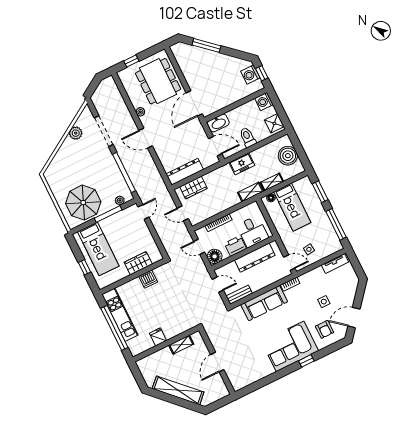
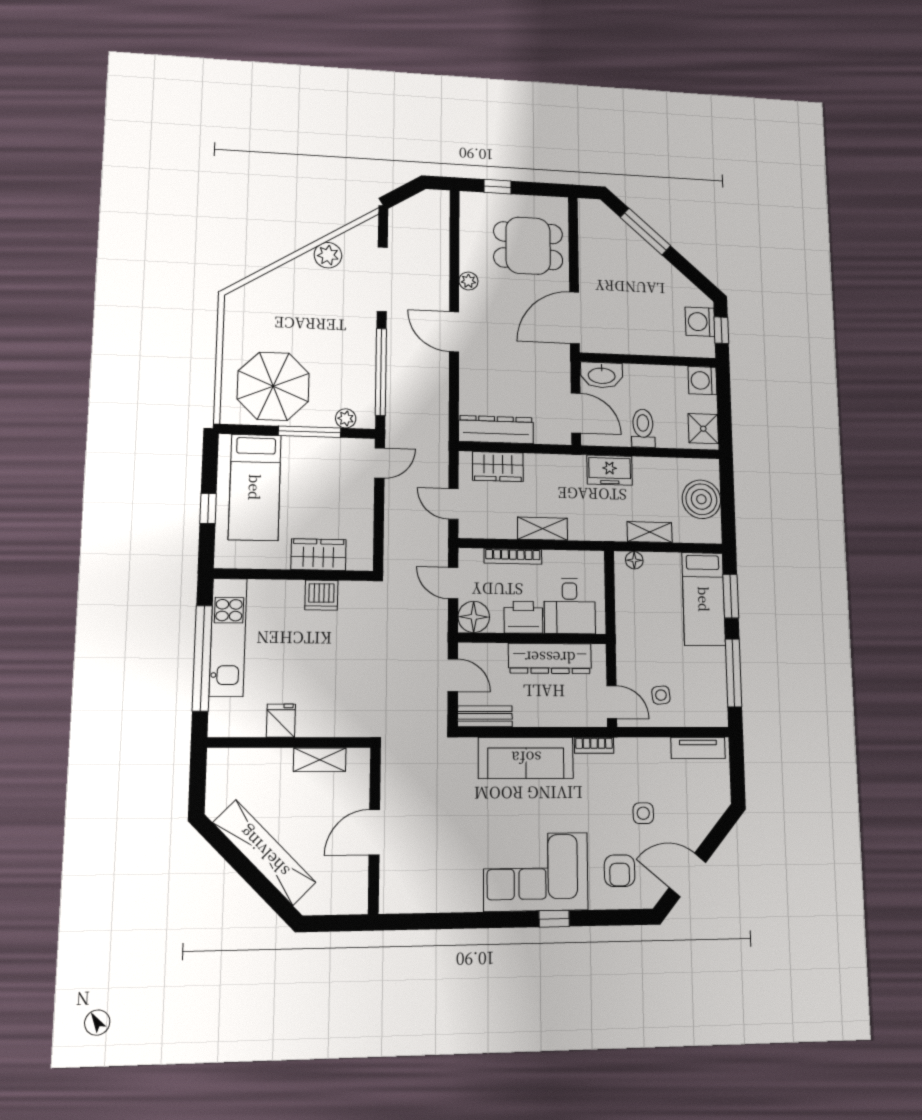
dining table: (158, 81) -> (528, 246), width x0.73
shelving: (251, 192) -> (543, 529), moved
bed: (292, 207) -> (704, 599), moved

